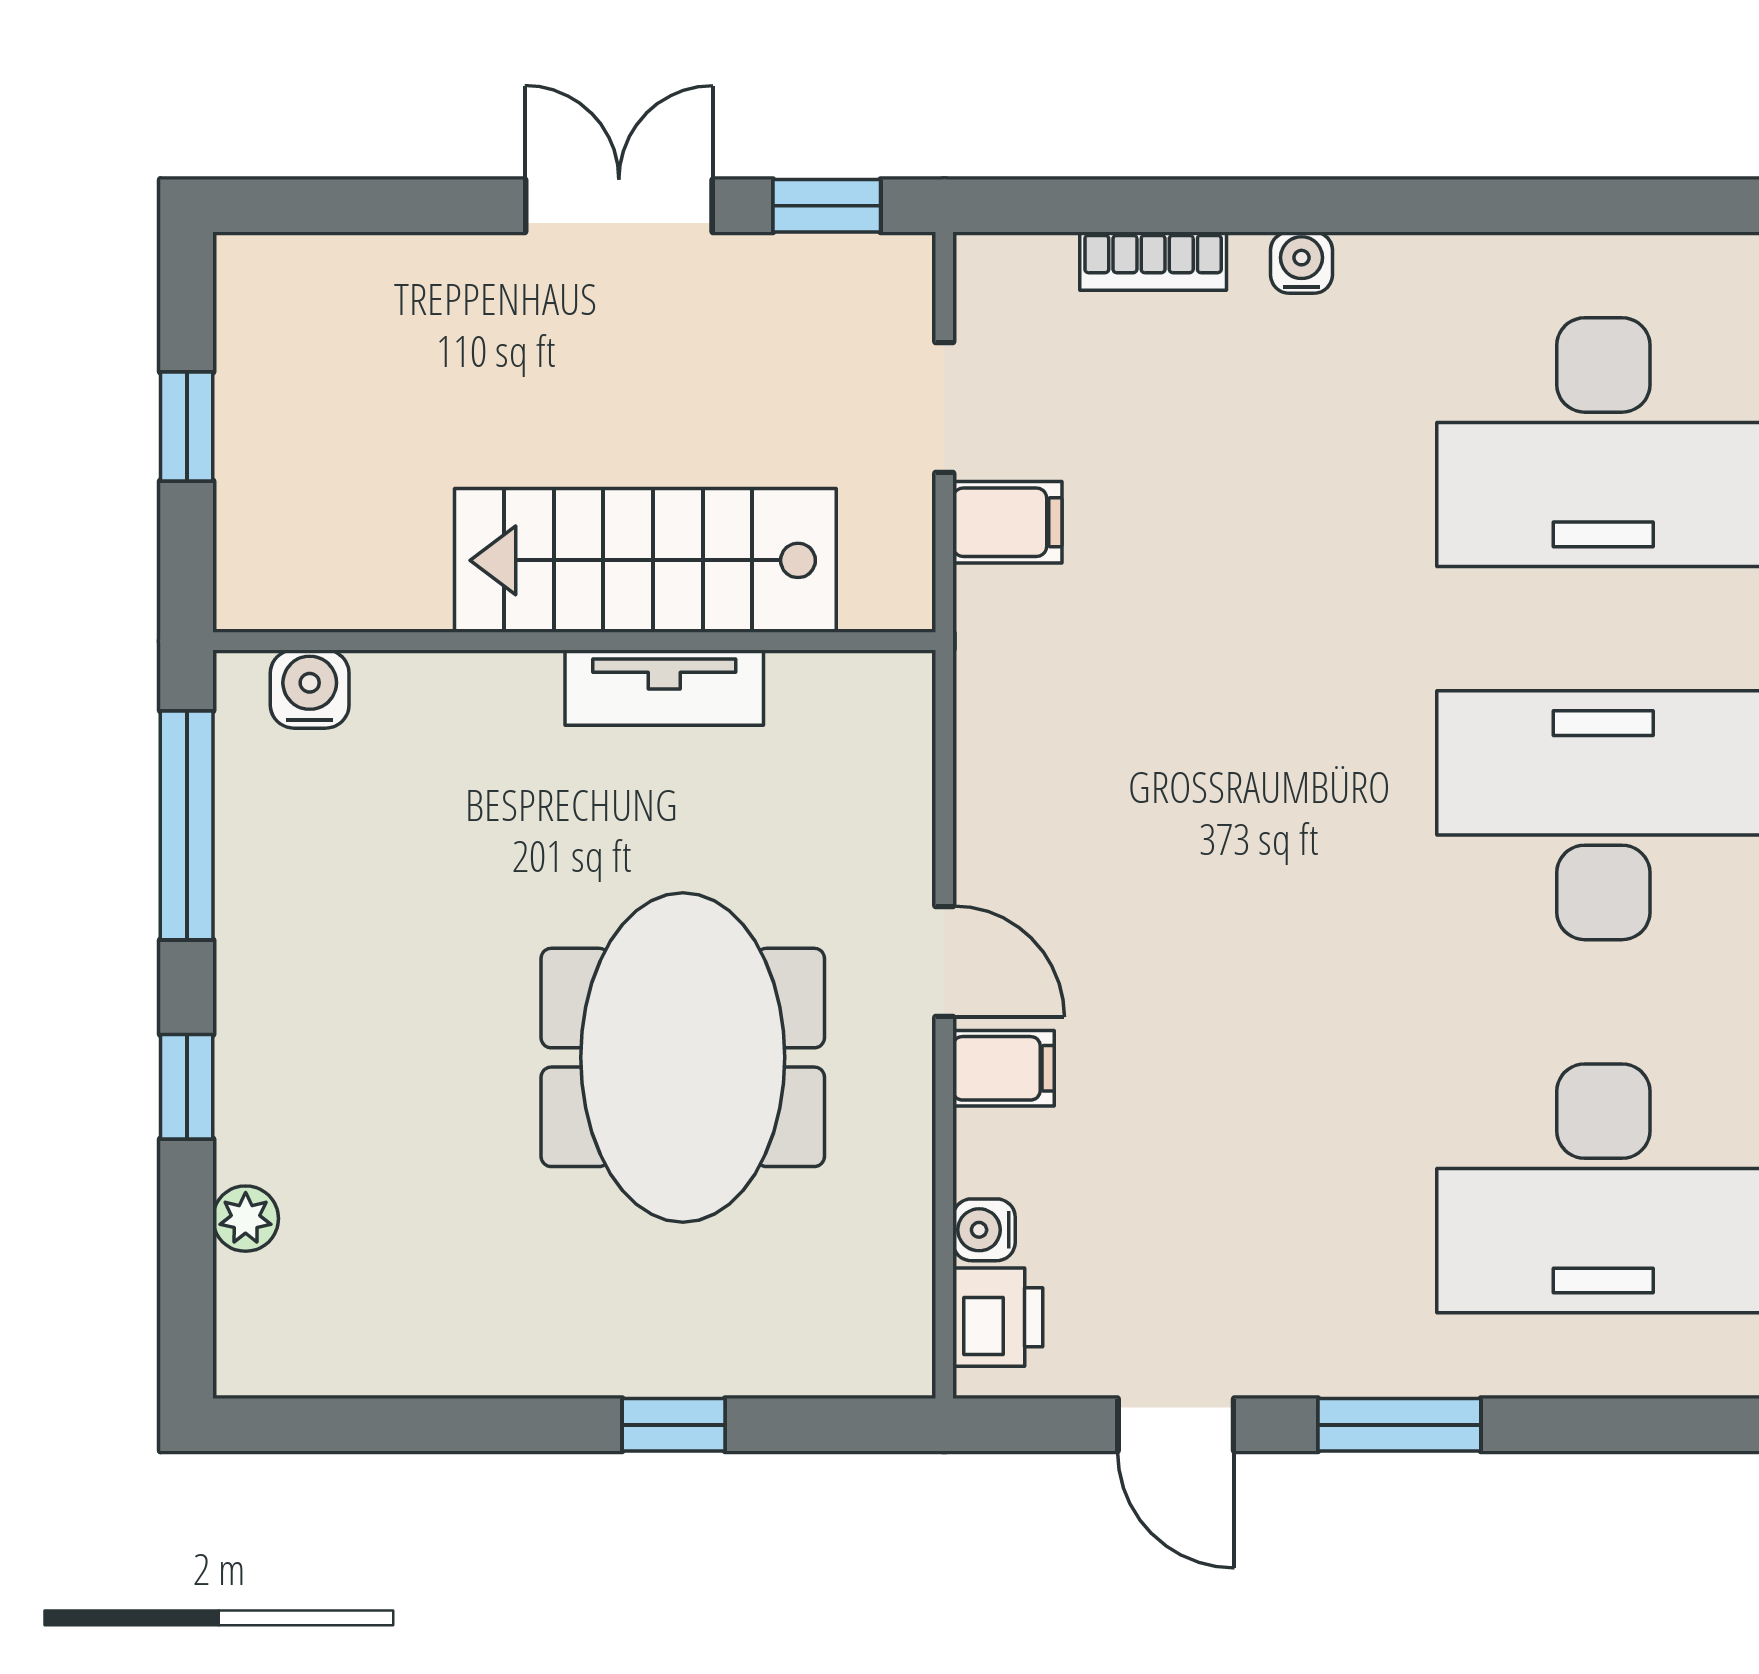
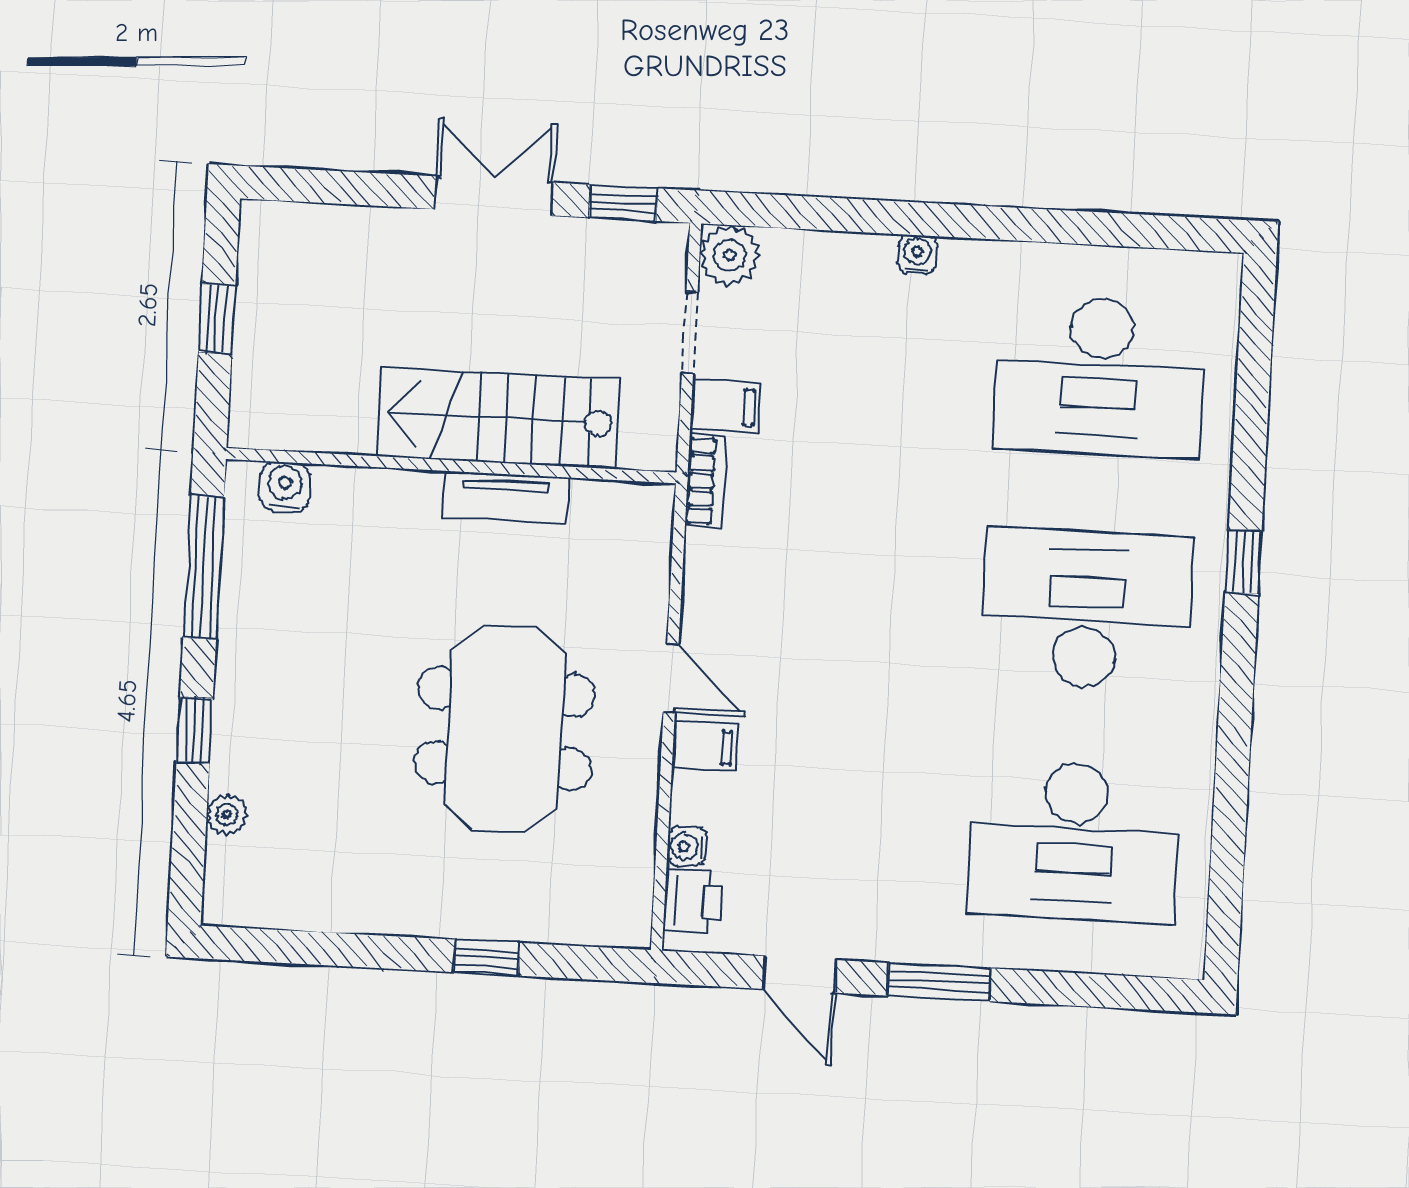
bookcase: (1153, 261) -> (705, 481), moved, turned -90
plant: (1001, 280) -> (730, 255), added

